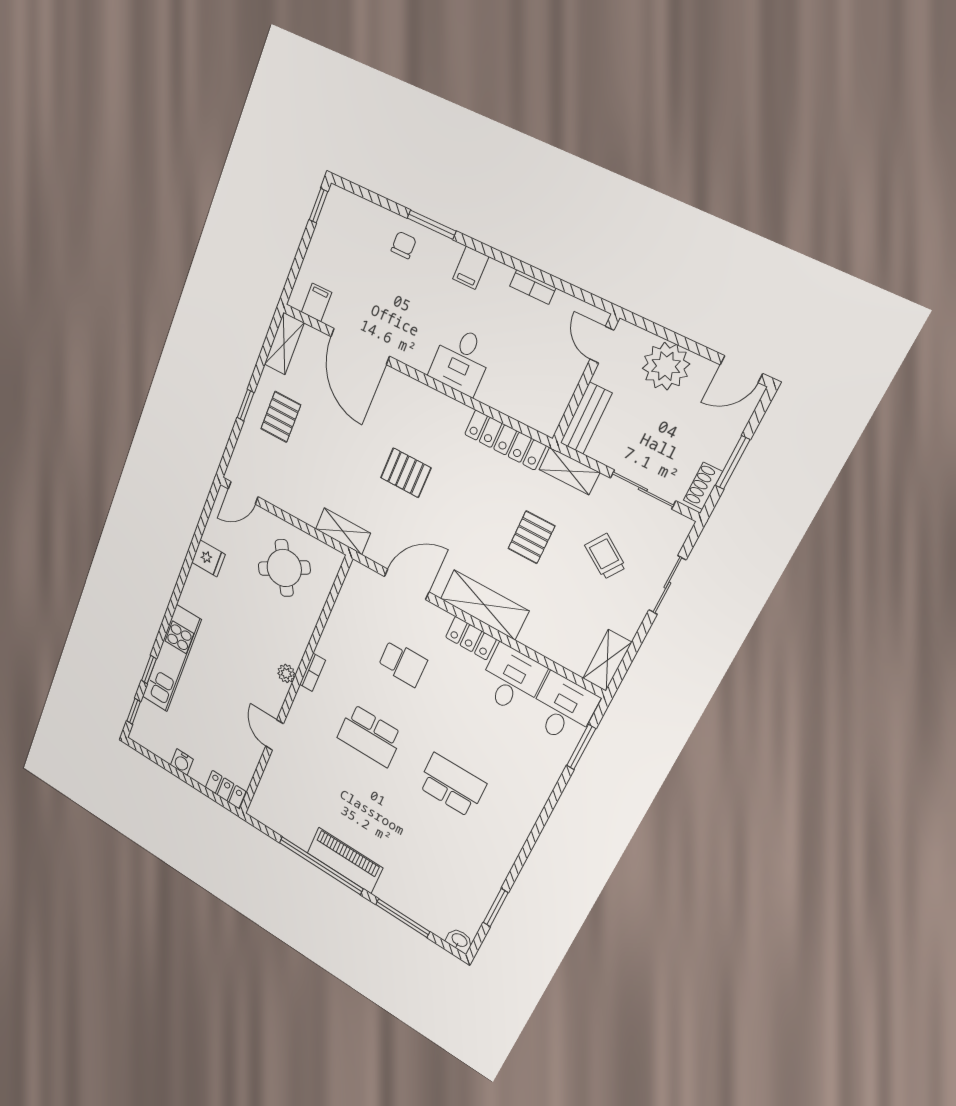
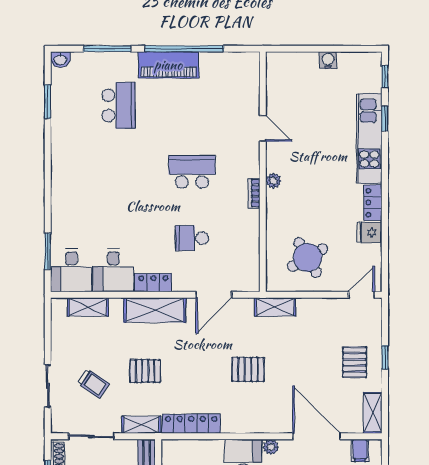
plant: (420, 360) -> (271, 447), added
pallet: (531, 537) -> (145, 371), turned 90
shelving: (607, 660) -> (88, 307), moved, turned 90
school desk: (452, 785) -> (119, 105), moved, turned -90
locker: (225, 789) -> (373, 203), moved, turned 90

